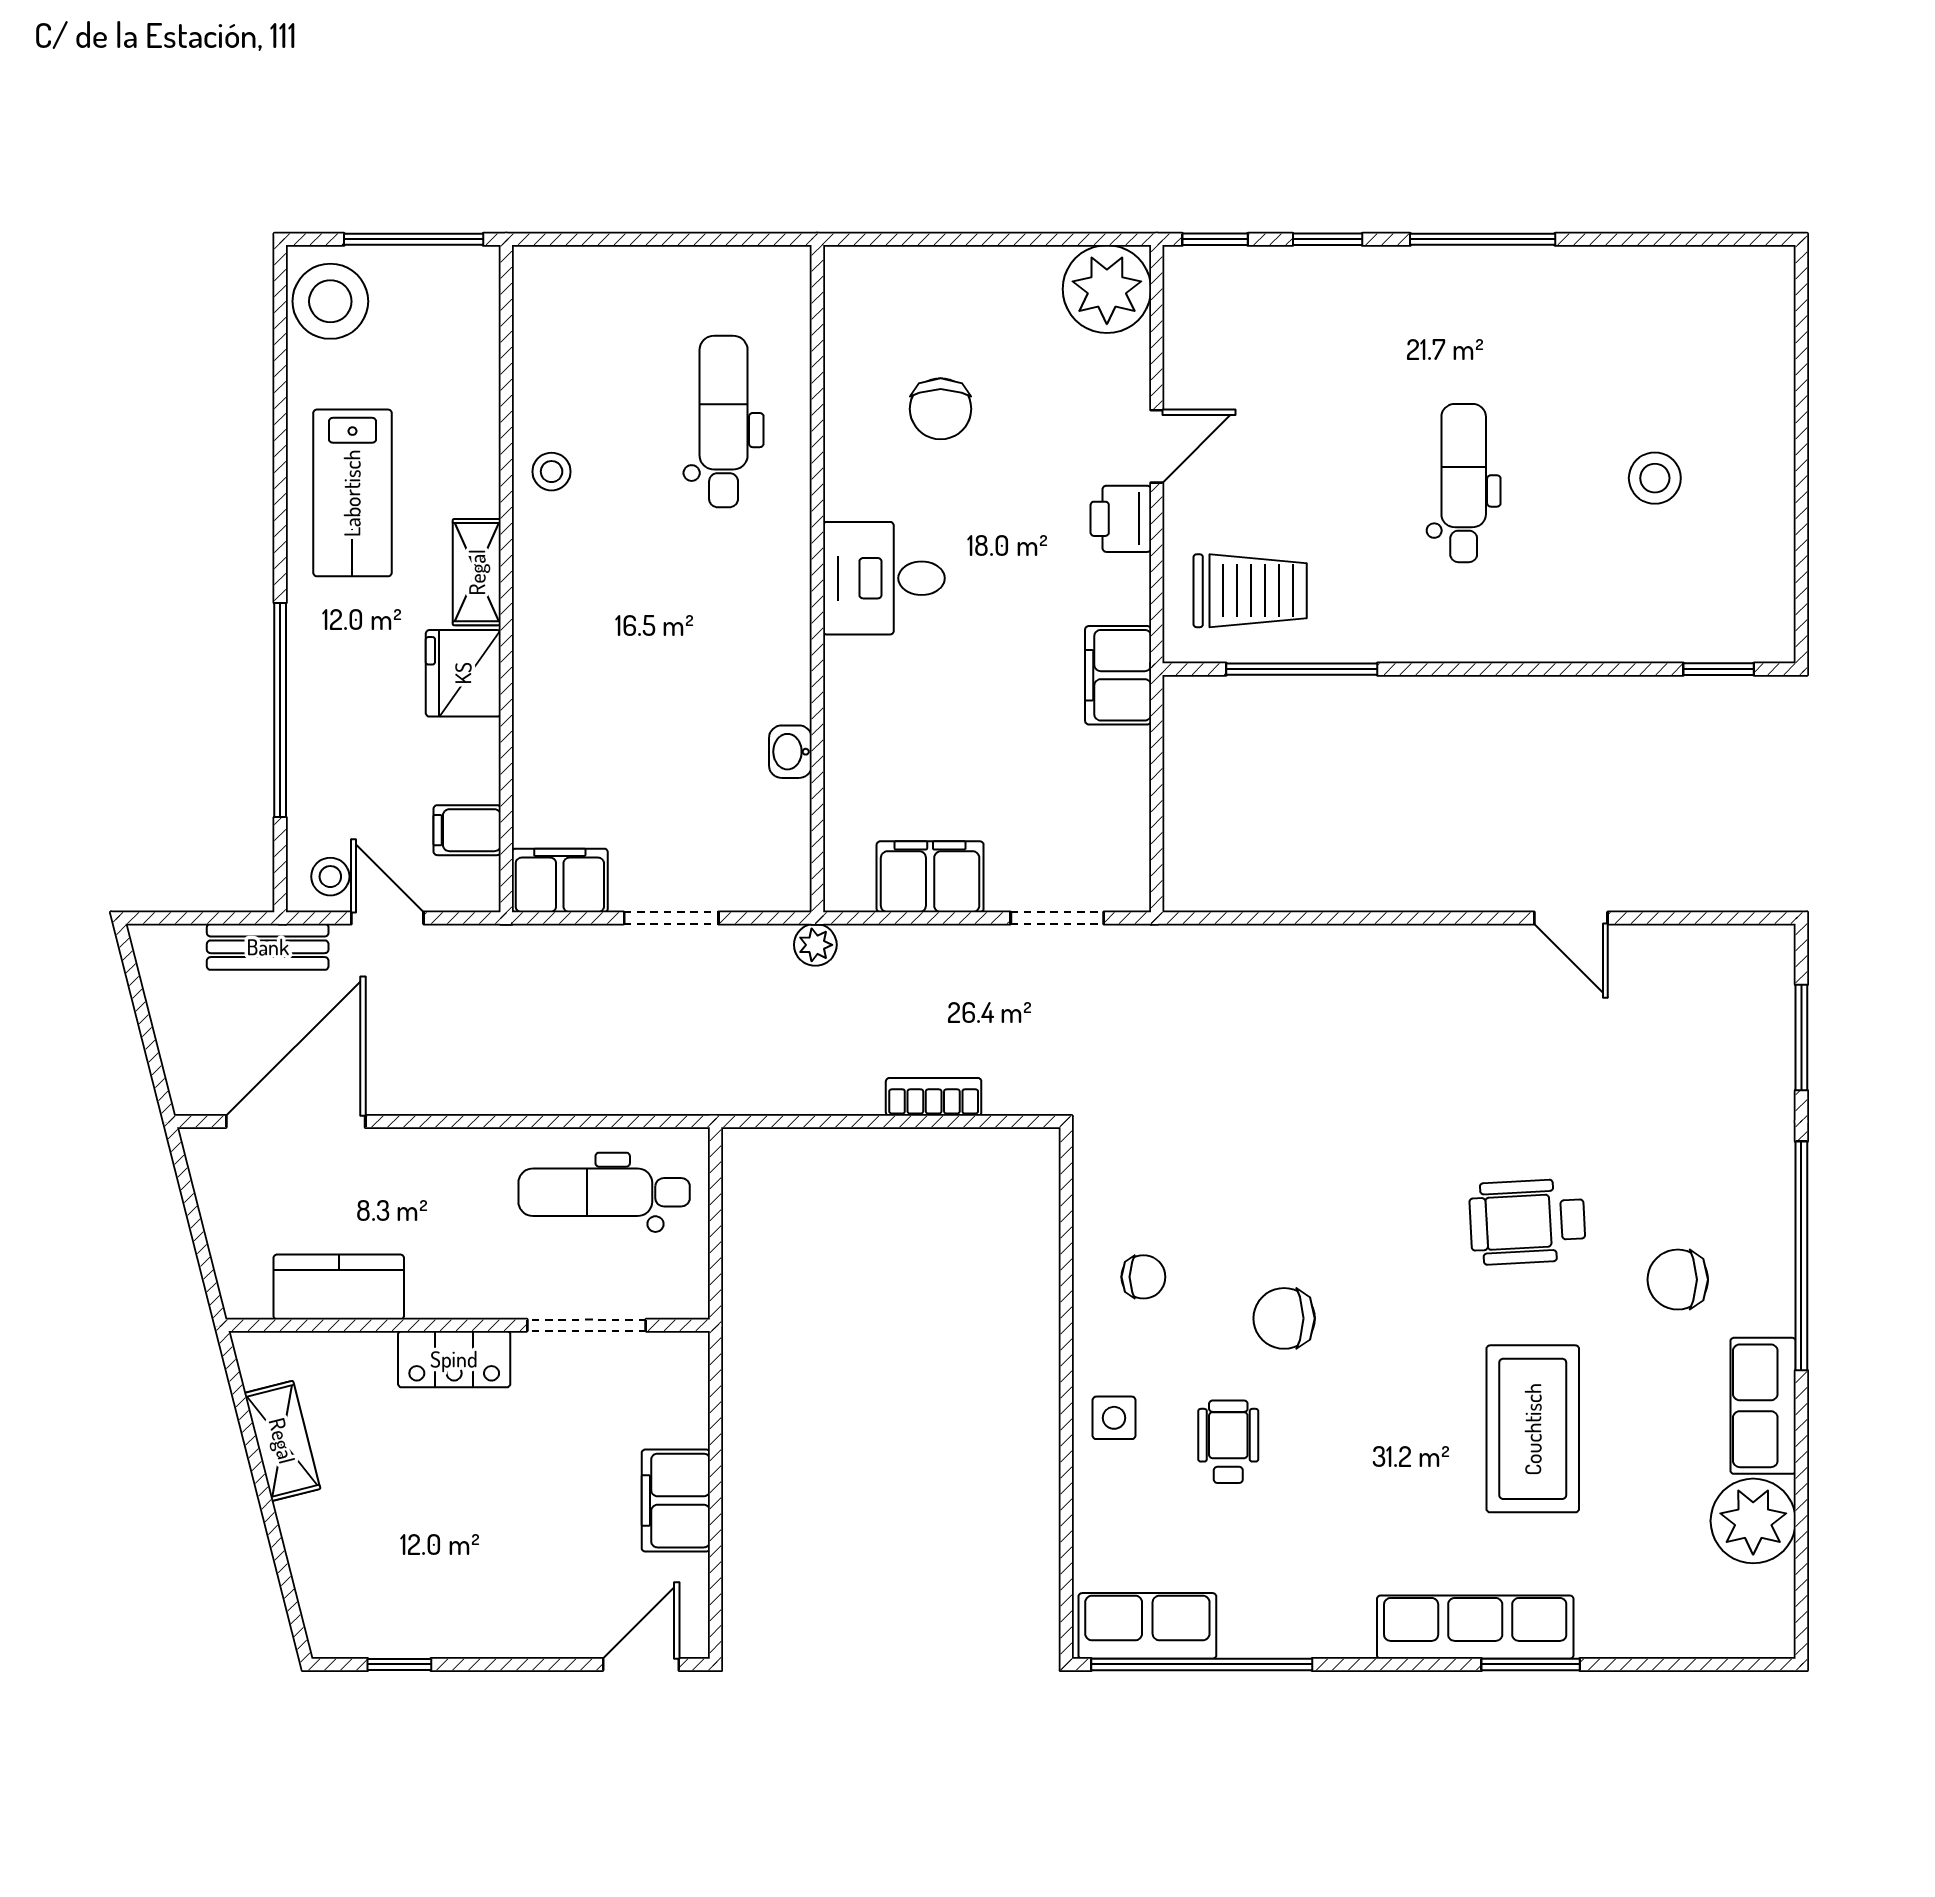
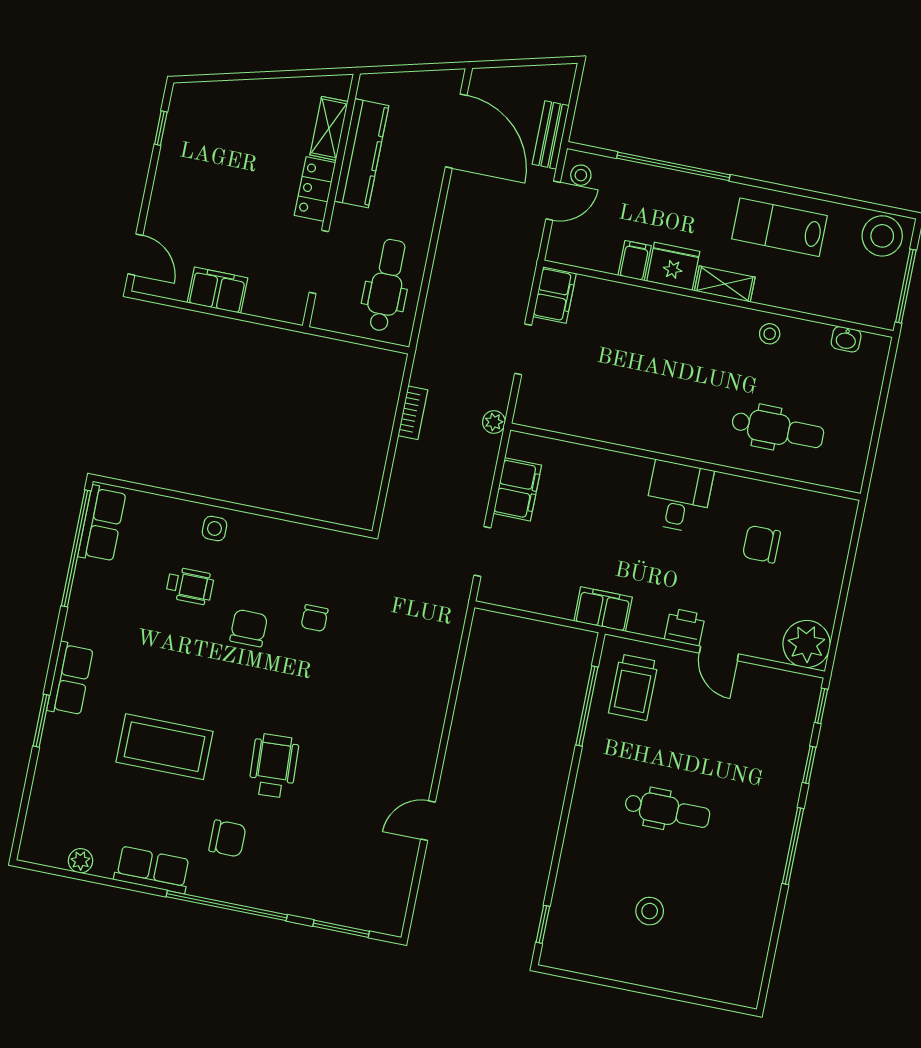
washbasin: (790, 752) -> (846, 339), moved, turned 180
filing cabinet: (467, 830) -> (635, 261), moved
bookcase: (934, 1097) -> (413, 413), moved
chair: (1143, 1277) -> (315, 618), moved
chair: (1678, 1280) -> (227, 838), turned 90
kitchen counter: (339, 1287) -> (362, 153), width x1.50
shelving: (282, 1441) -> (329, 128), moved, turned -76
plant: (1753, 1521) -> (80, 861), width x0.53, depth x0.53
row of seats: (1475, 1627) -> (70, 679), width x0.68

